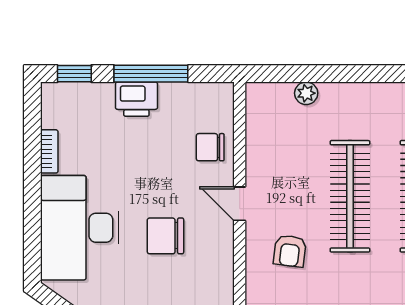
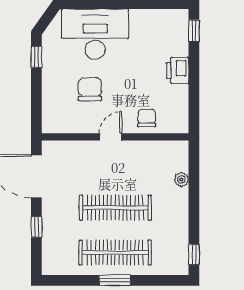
window: (151, 74) -> (194, 80), removed
bookcase: (49, 151) -> (144, 15), removed
armchair: (290, 251) -> (80, 169), removed

